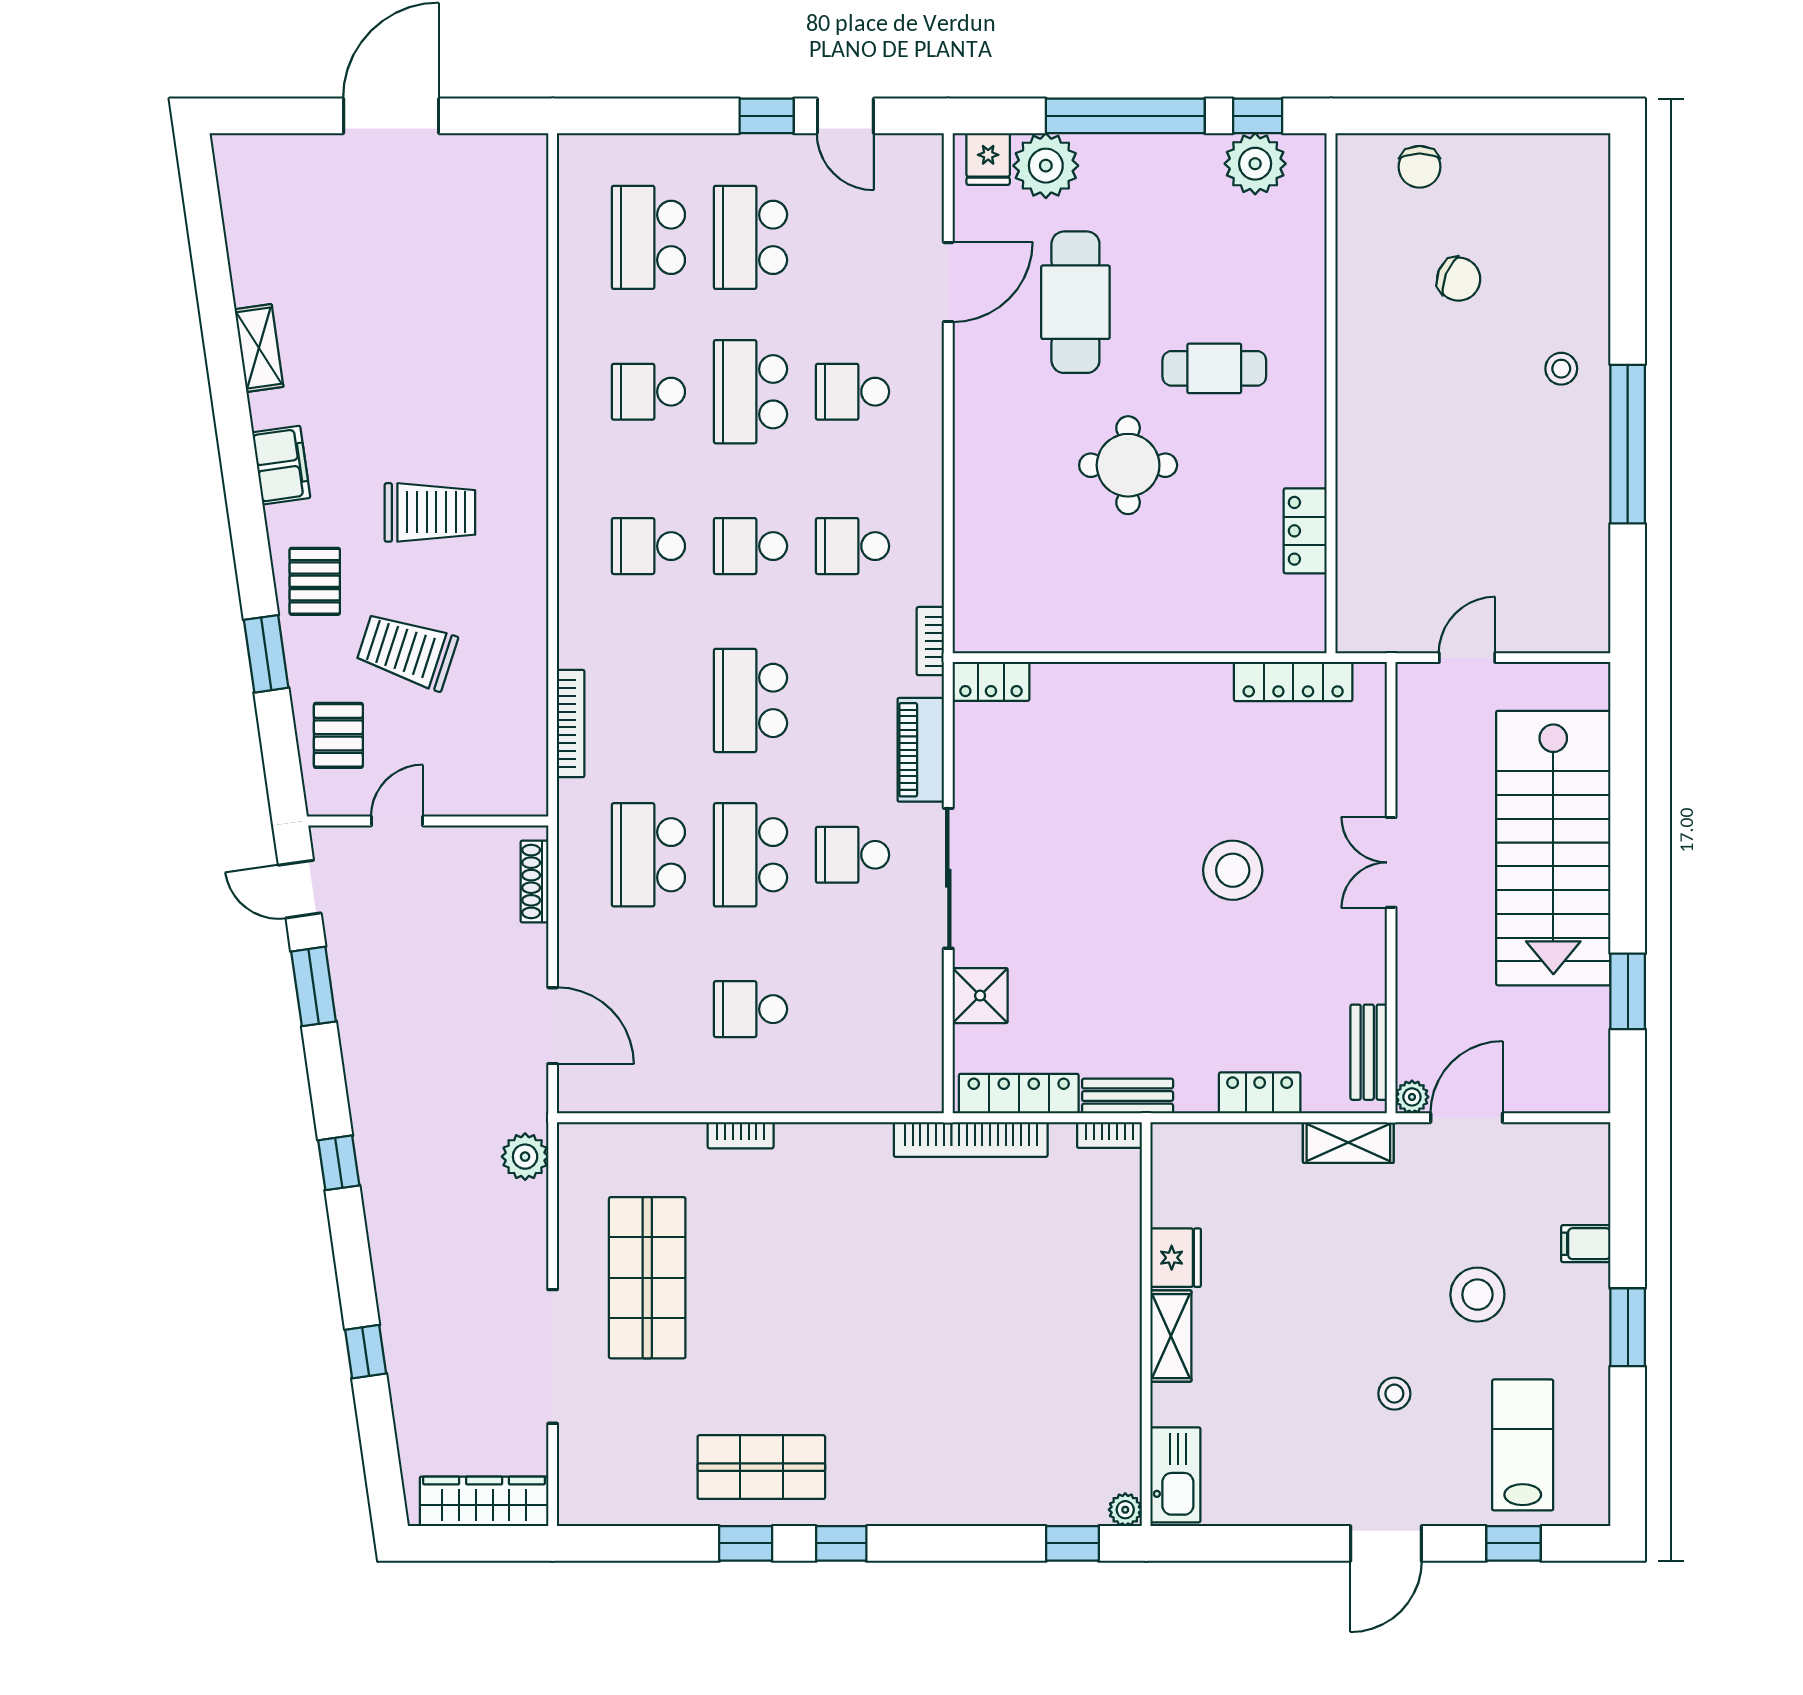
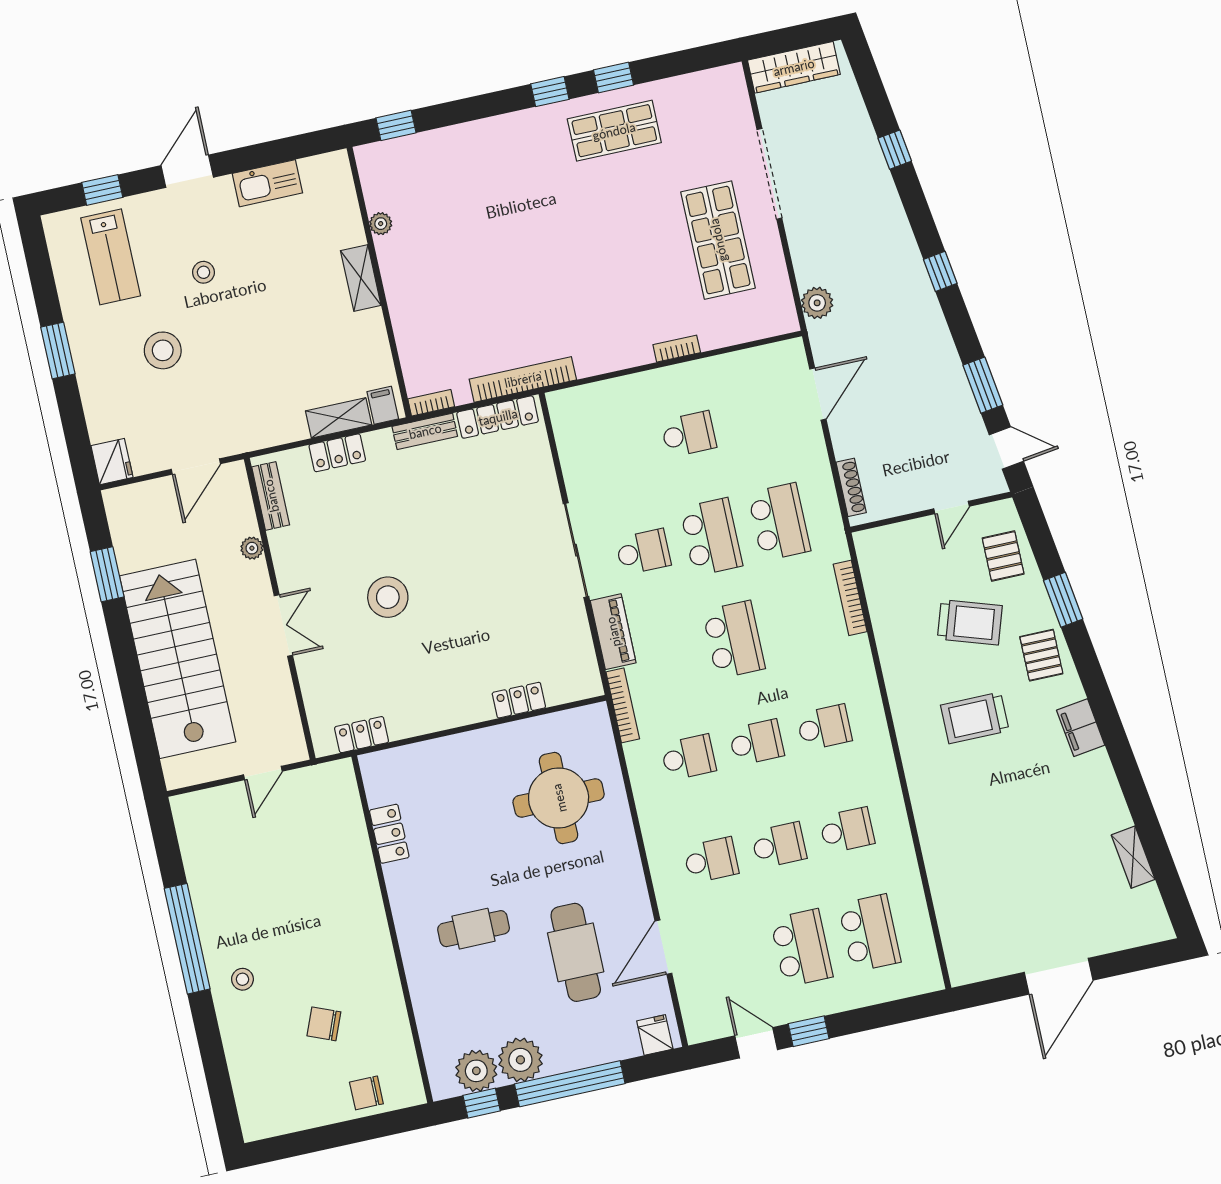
plant: (1046, 166) -> (520, 1060), moved
chair: (1420, 167) -> (366, 1093), turned -90
shelving: (259, 348) -> (1133, 857), moved
school desk: (750, 392) -> (779, 845), width x0.54
round table: (1128, 465) -> (559, 798), moved, width x1.36, depth x1.36
bookcase: (930, 641) -> (623, 705), width x1.56
locker: (991, 681) -> (519, 700), moved
locker: (1293, 682) -> (362, 735), width x0.66
shower: (980, 996) -> (538, 477), removed
door: (553, 1026) -> (818, 394), swing flipped
plant: (1412, 1097) -> (252, 548), moved
shelving: (1348, 1142) -> (339, 418), moved
filing cabinet: (1586, 1244) -> (383, 405), moved, turned -90
fridge: (1176, 1258) -> (112, 462), moved, turned 180
kitchen sink: (1175, 1475) -> (267, 183), moved, turned -90
plant: (1125, 1510) -> (381, 224), moved

